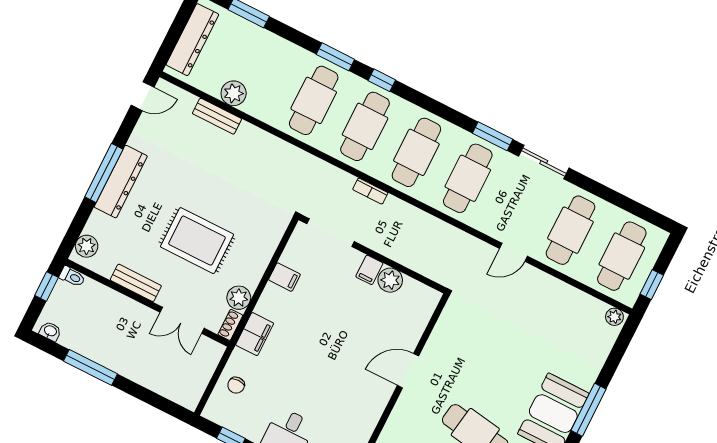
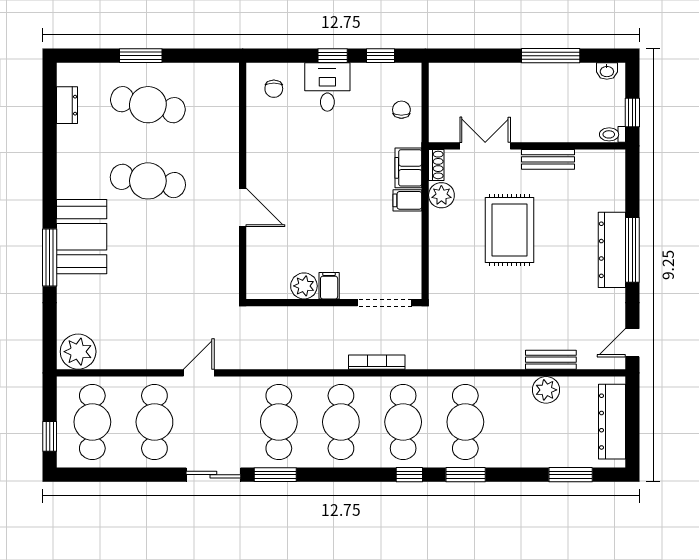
bookcase: (370, 191) -> (377, 362), width x1.56
rug: (197, 241) -> (510, 230), turned 90
plant: (87, 246) -> (613, 171), removed
filing cabinet: (284, 277) -> (407, 200), moved
window: (652, 285) -> (50, 436), moved
plant: (614, 317) -> (78, 352), width x1.87, depth x1.87
door: (408, 371) -> (243, 207), hinge flipped

